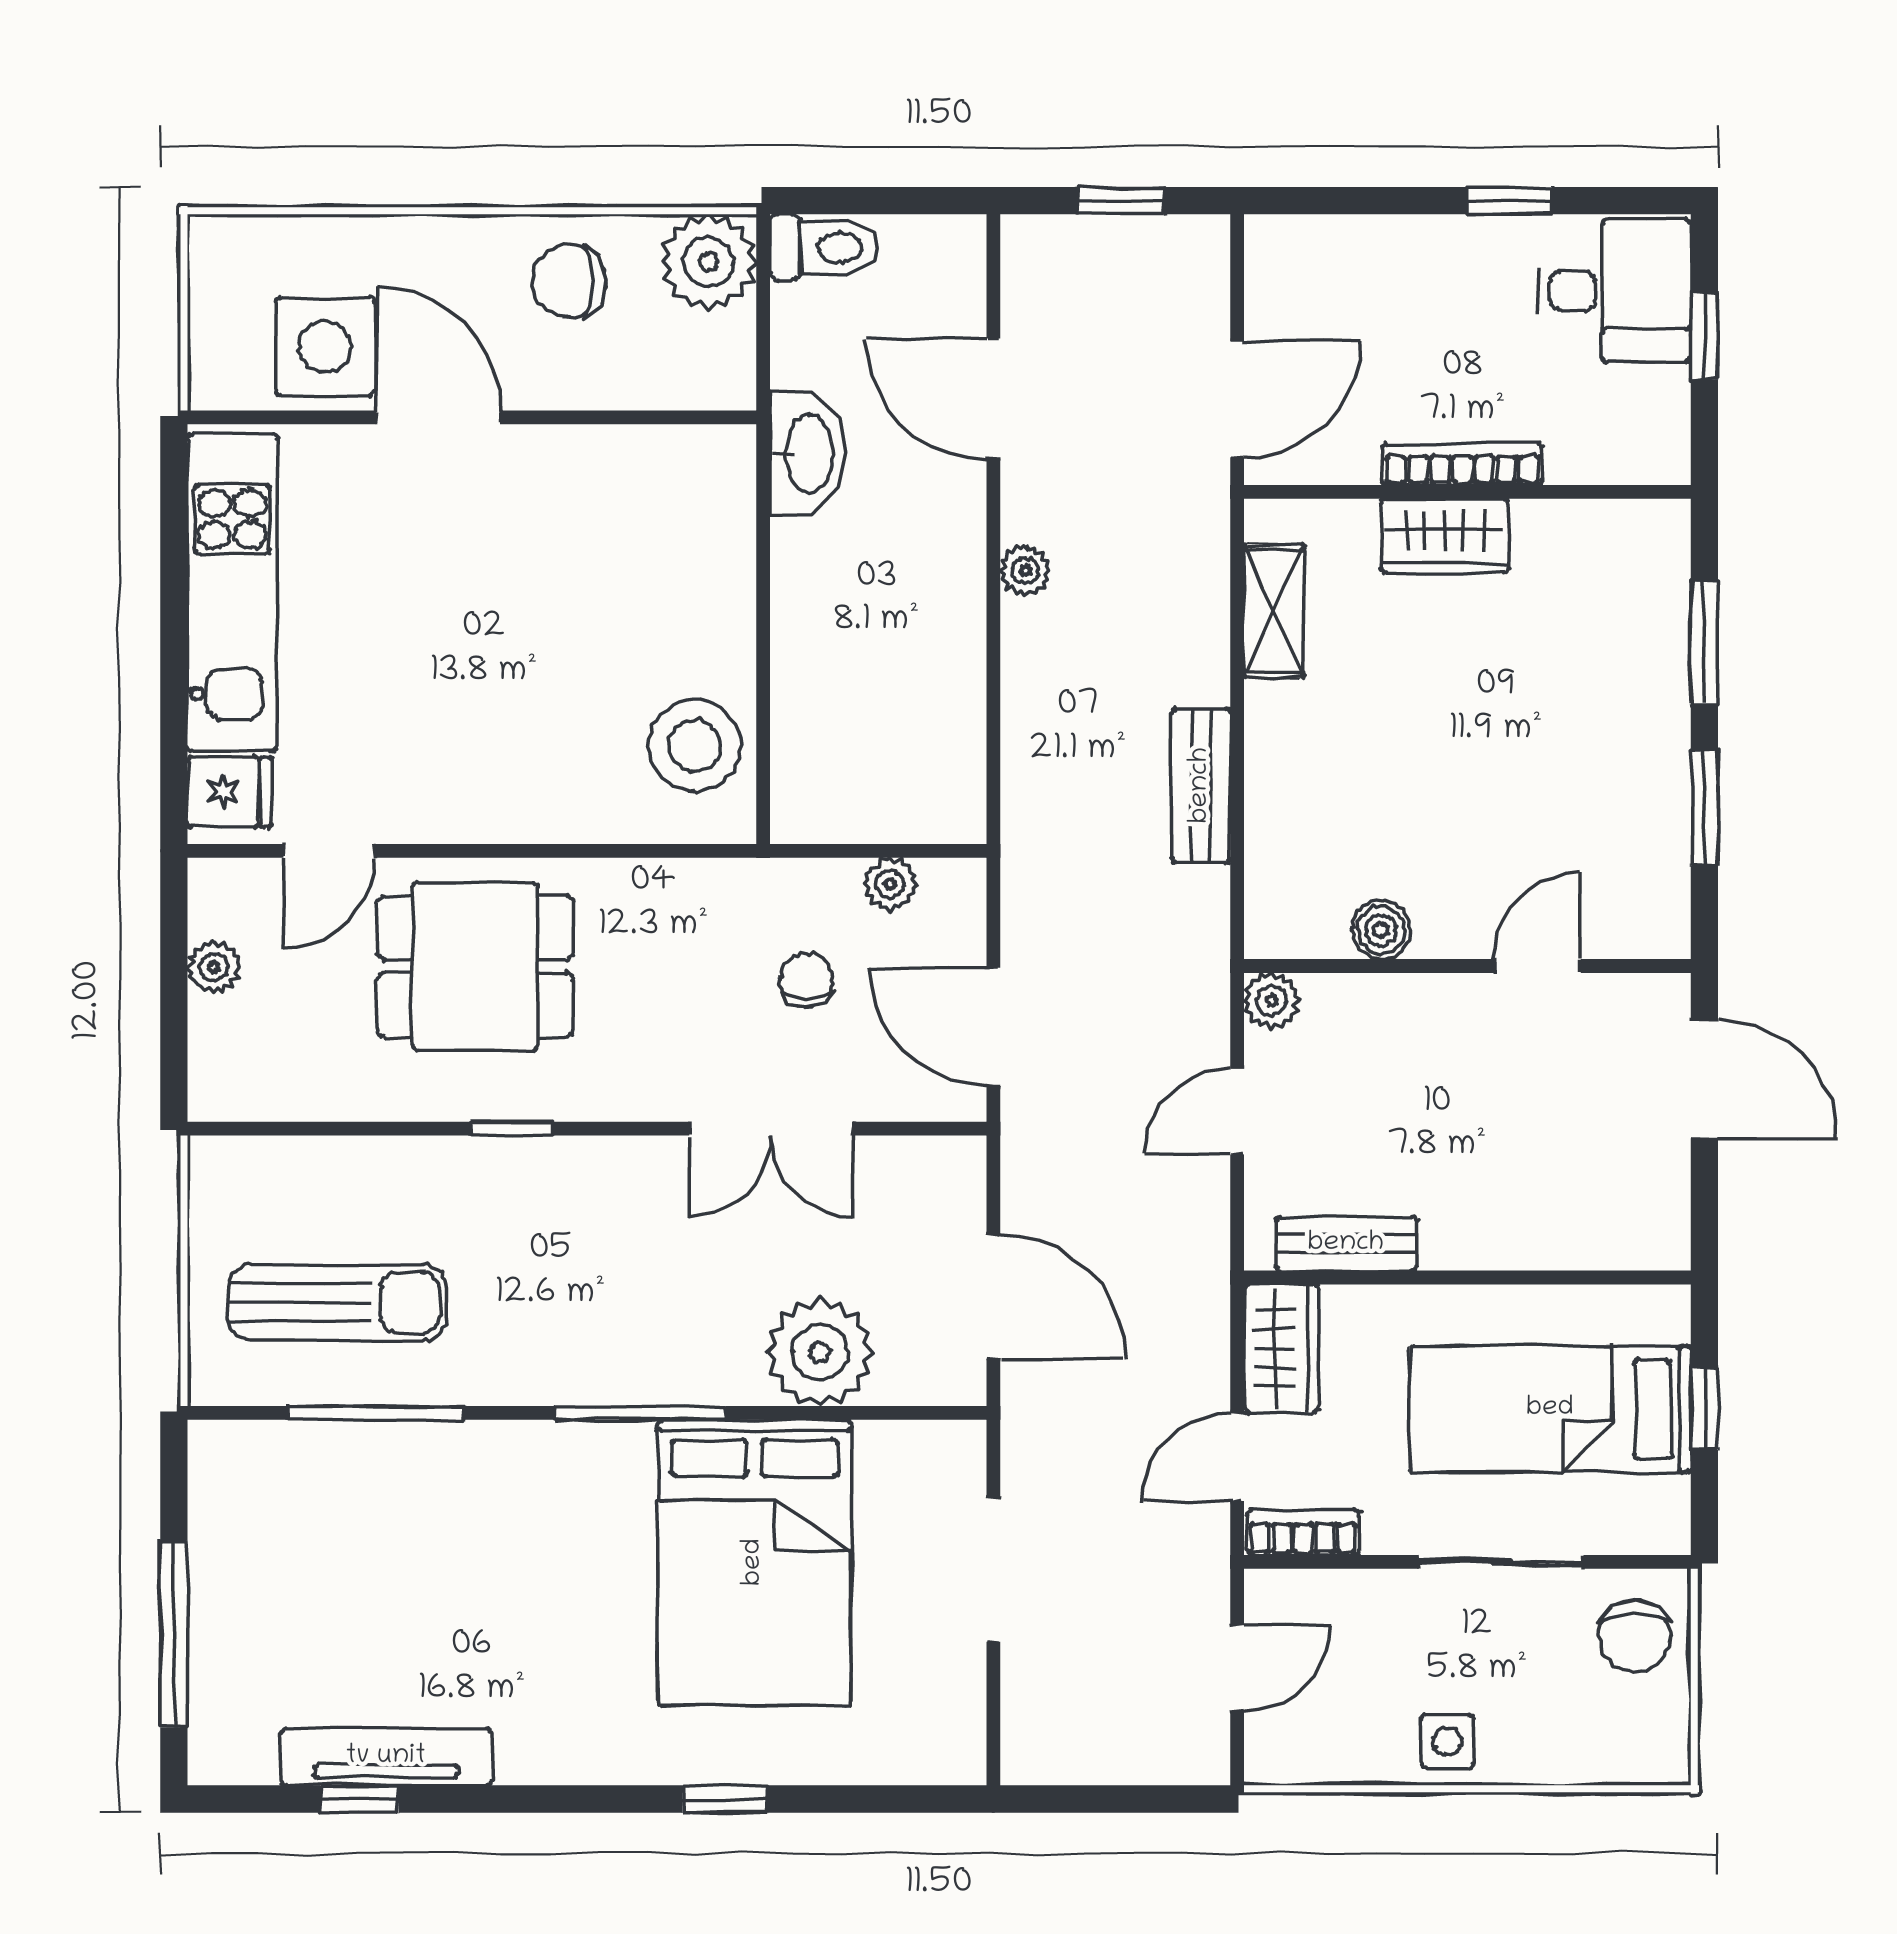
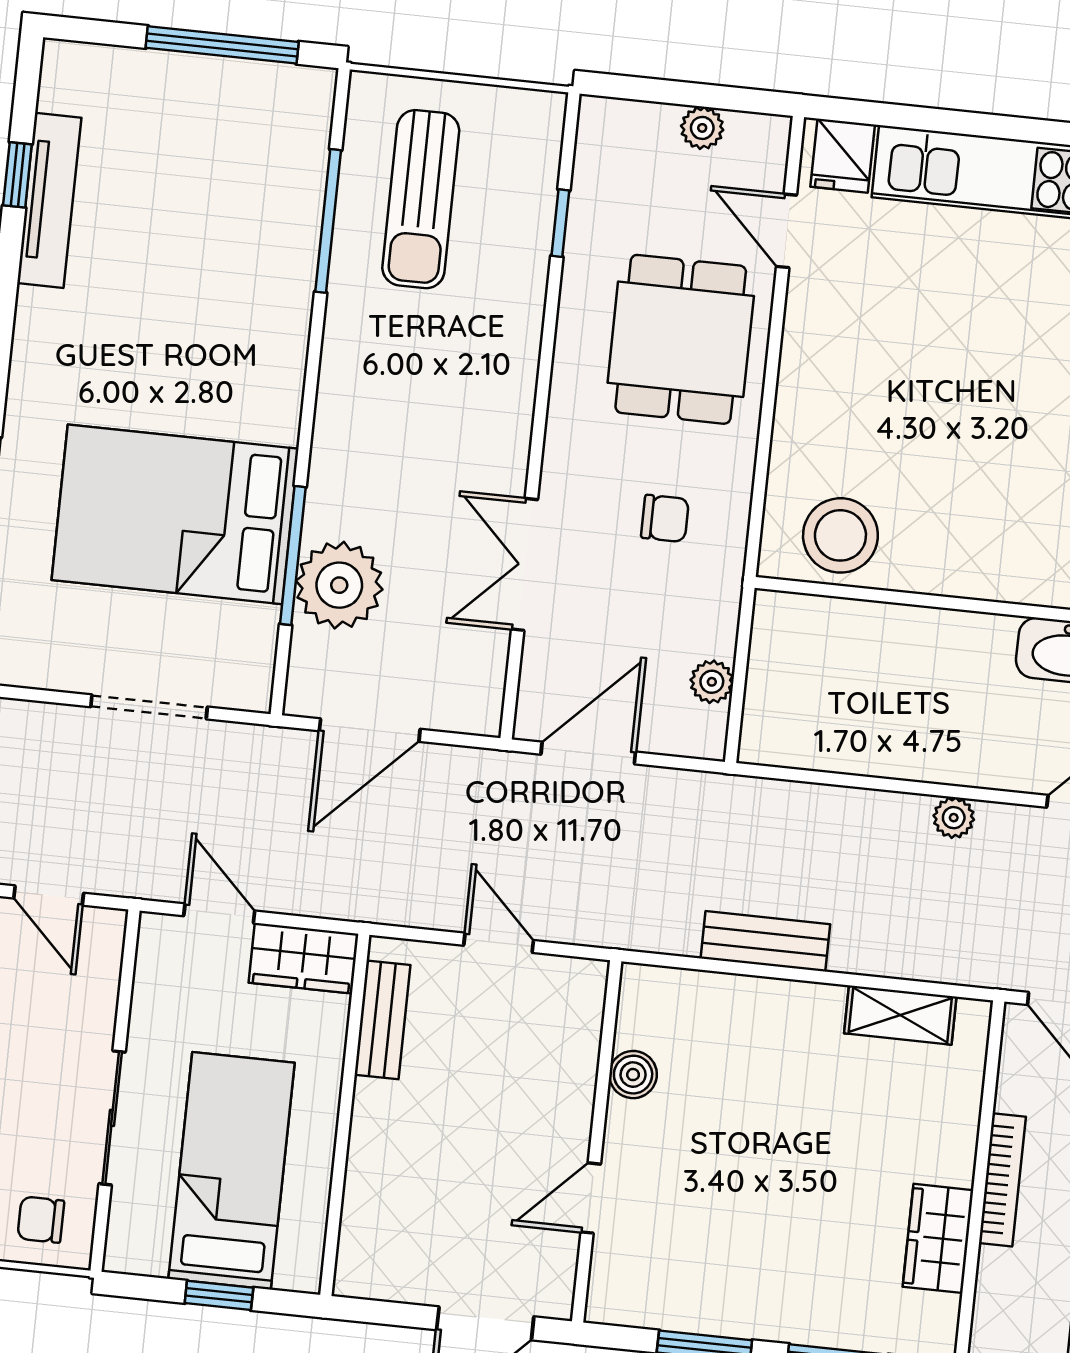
wardrobe: (1445, 536) -> (938, 1238), moved
door: (1538, 966) -> (591, 1198), swing flipped
chair: (806, 980) -> (665, 518), moved
plant: (1272, 1001) -> (585, 980), removed
window: (512, 1129) -> (560, 223), moved
window: (640, 1413) -> (293, 555), moved
bookcase: (1303, 1533) -> (152, 960), removed
window: (174, 1634) -> (222, 45), moved
chair: (1635, 1636) -> (41, 1220), width x0.73, depth x0.73

